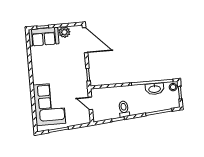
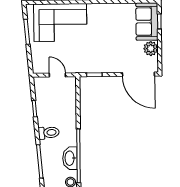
door: (85, 40) -> (138, 74), hinge flipped
door: (90, 103) -> (57, 75), hinge flipped
toilet: (124, 109) -> (49, 133), moved

